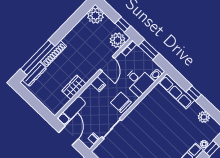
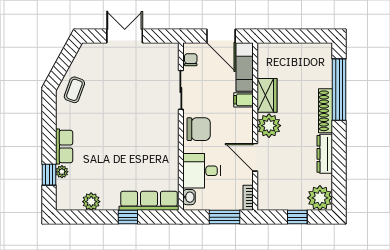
window: (123, 25) -> (297, 217), moved
plant: (118, 40) -> (269, 126), moved
dresser: (34, 74) -> (325, 154), moved
filing cabinet: (98, 84) -> (244, 100), moved

